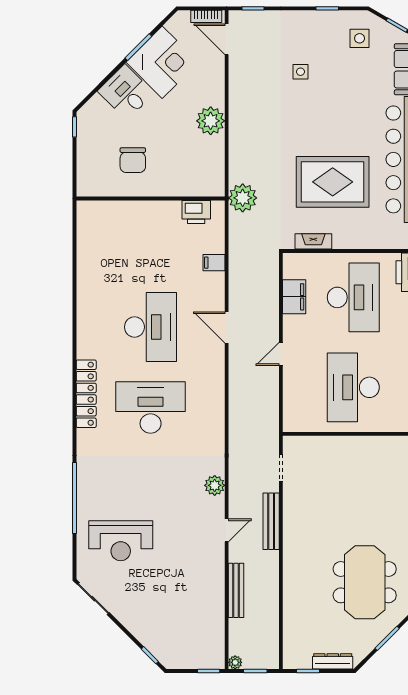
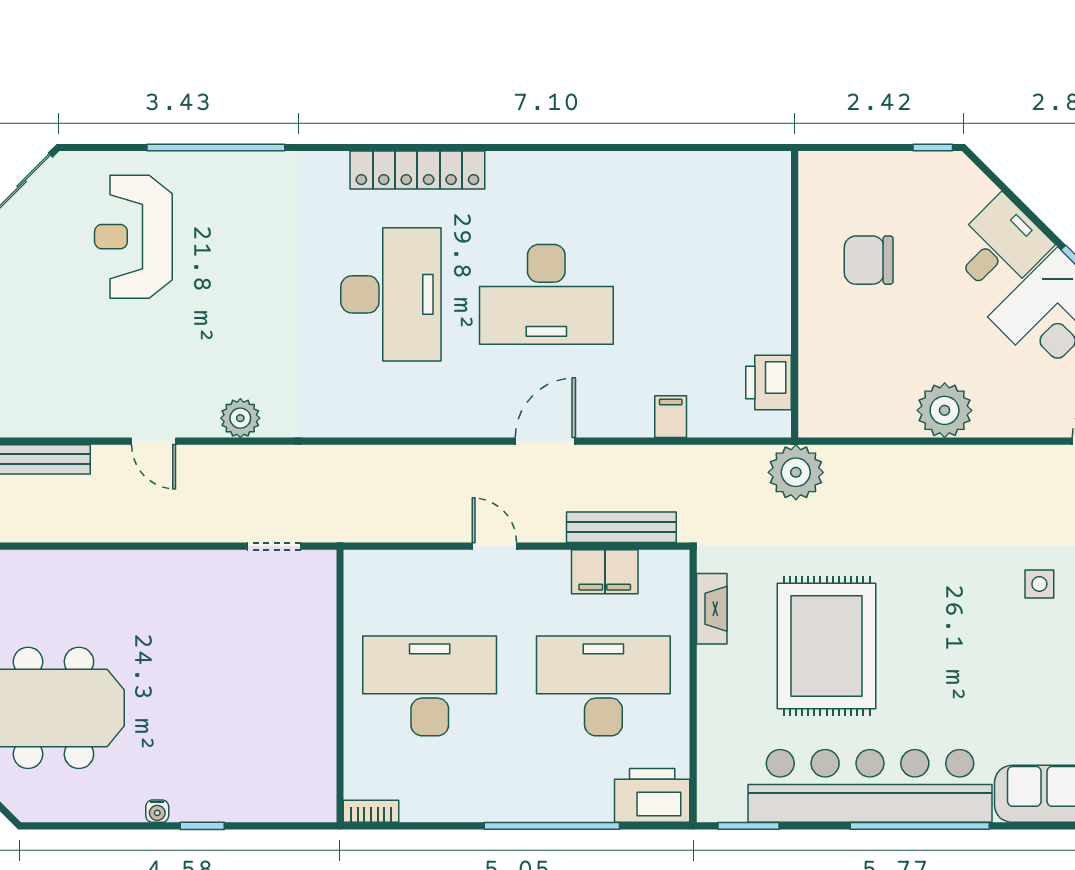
desk: (353, 297) -> (603, 686), turned 180
bench: (271, 521) -> (621, 527), moved

